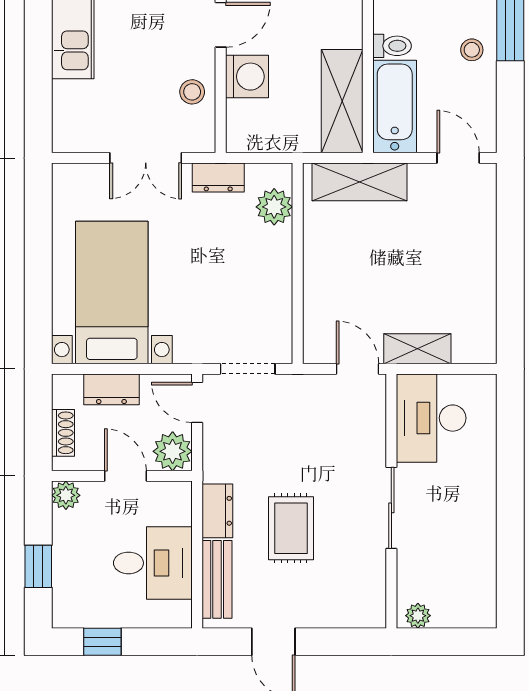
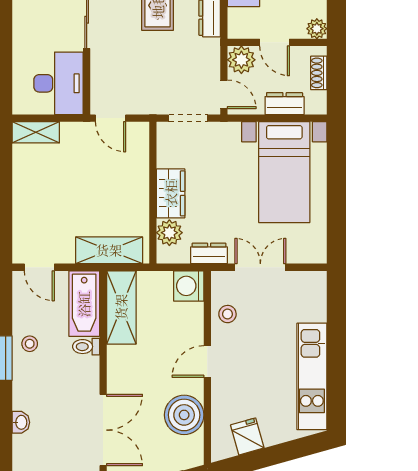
washing machine: (247, 77) -> (189, 286), moved
wardrobe: (273, 262) -> (171, 193), added
shelving: (417, 349) -> (36, 132), moved

